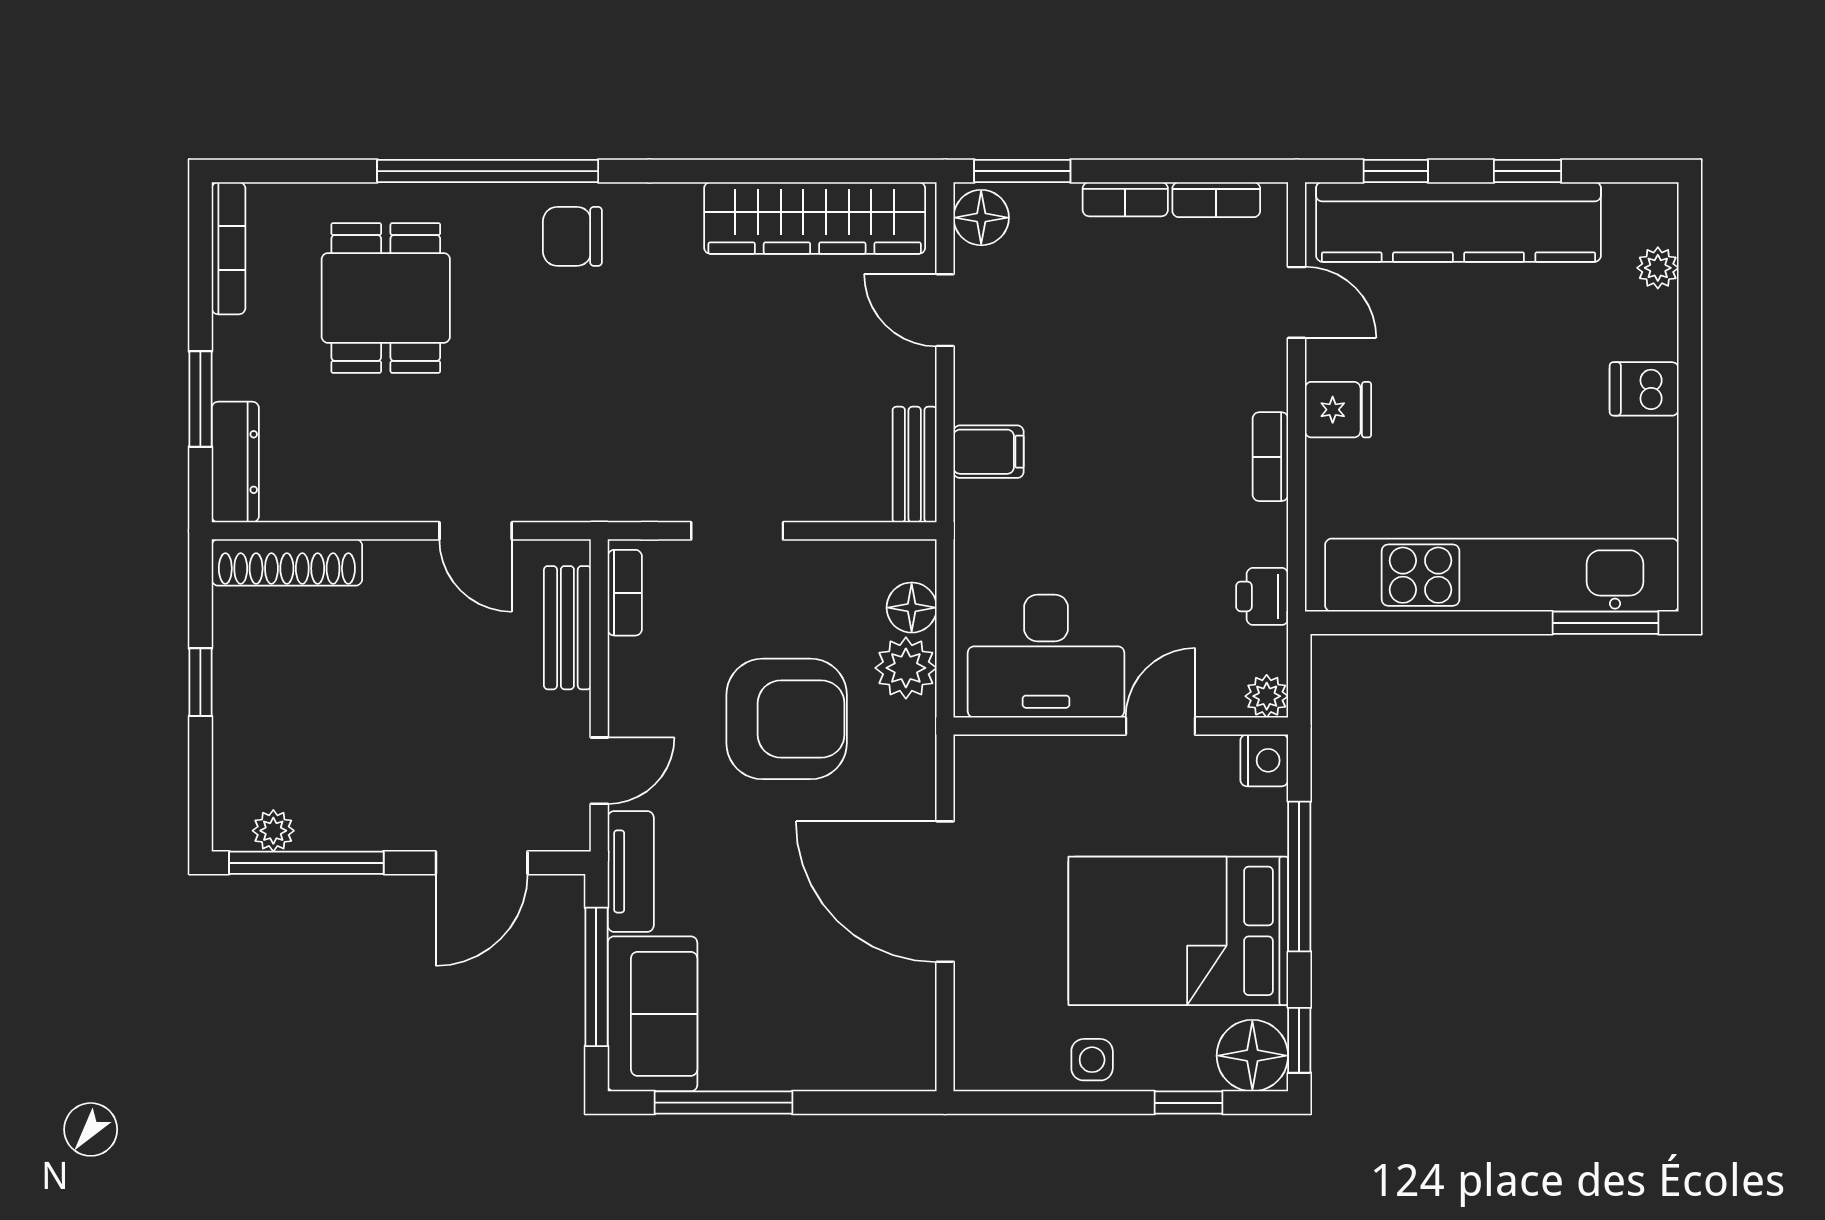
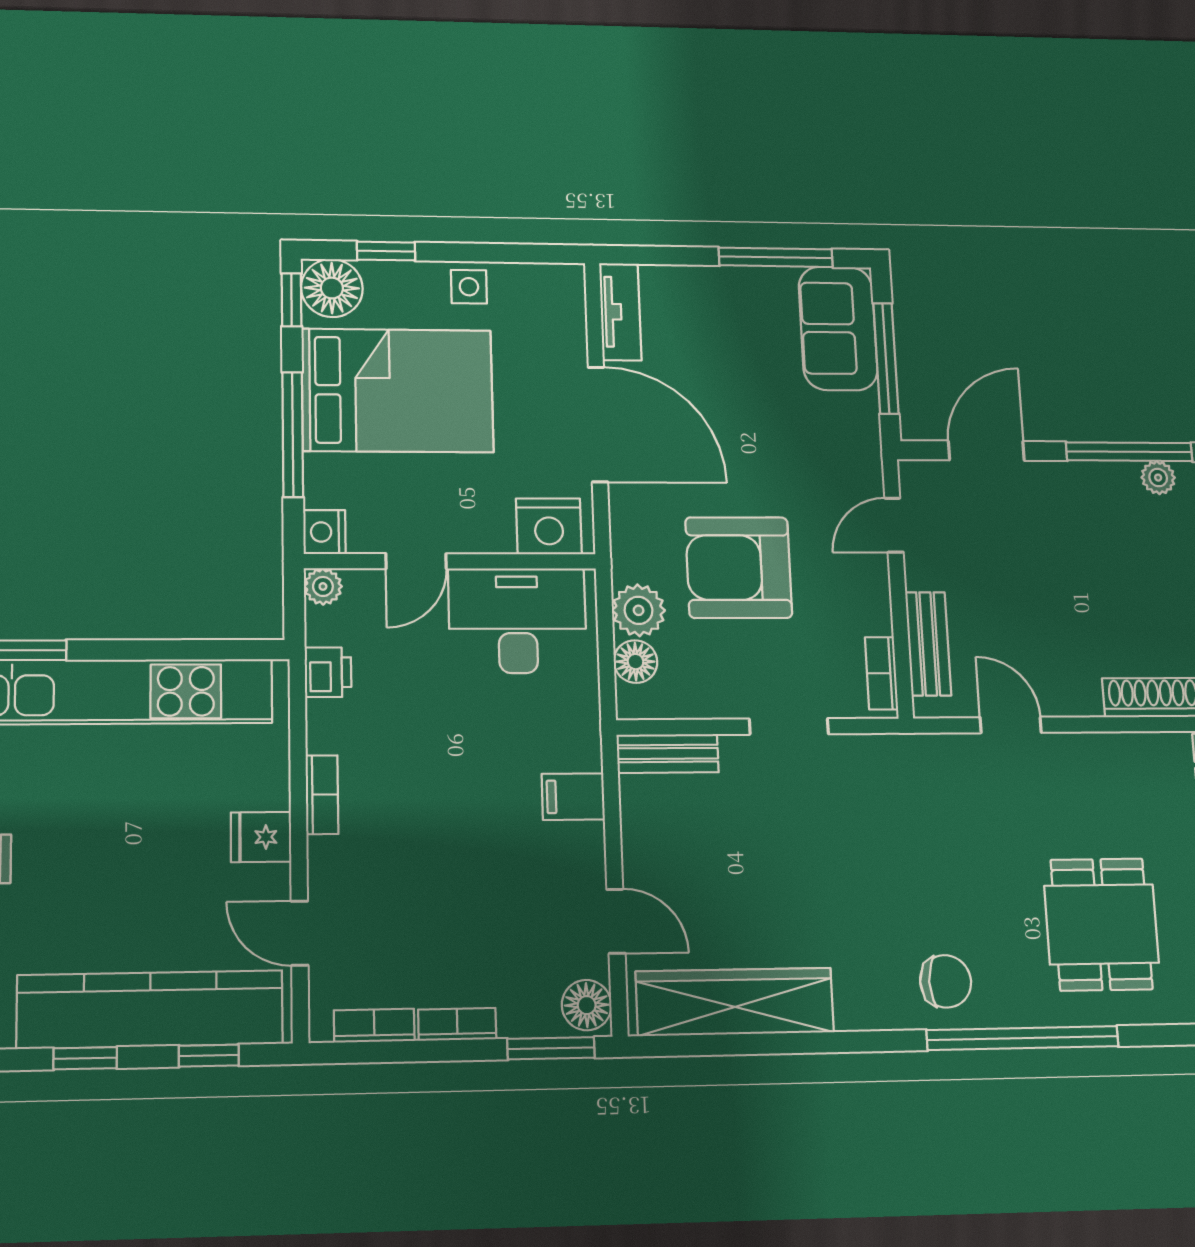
bench: (915, 465) -> (668, 753), moved, turned 90
nightstand: (1006, 768) -> (549, 526), added
tv unit: (631, 871) -> (620, 312), moved, turned 180

